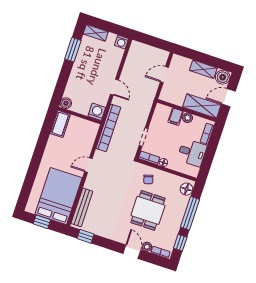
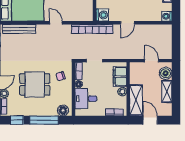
boiler: (223, 77) -> (166, 73), moved
filing cabinet: (176, 117) -> (120, 77), width x2.00
desk: (192, 153) -> (86, 99), moved, turned 90

